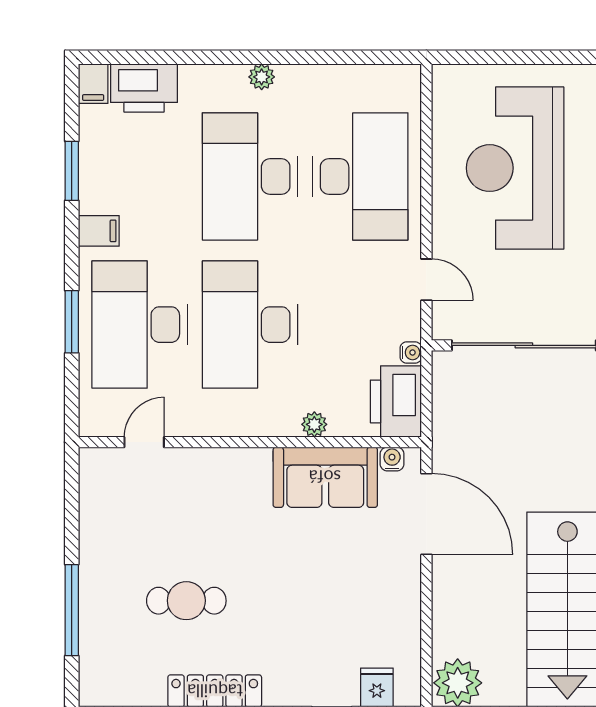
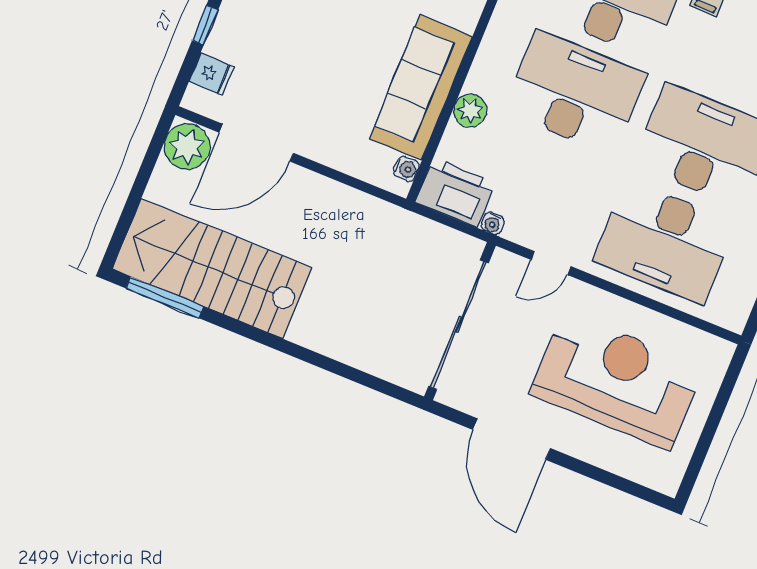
plant: (314, 424) -> (470, 111), width x1.38, depth x1.38
sofa: (325, 477) -> (421, 87), width x1.36
door: (426, 514) -> (256, 143), moved

